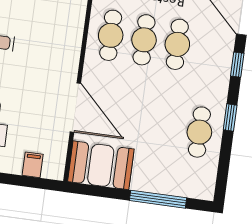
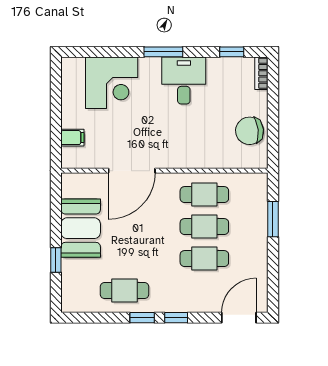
window: (237, 65) -> (176, 318), moved
booth: (101, 165) -> (81, 228), moved
window: (158, 199) -> (56, 260), width x0.46

